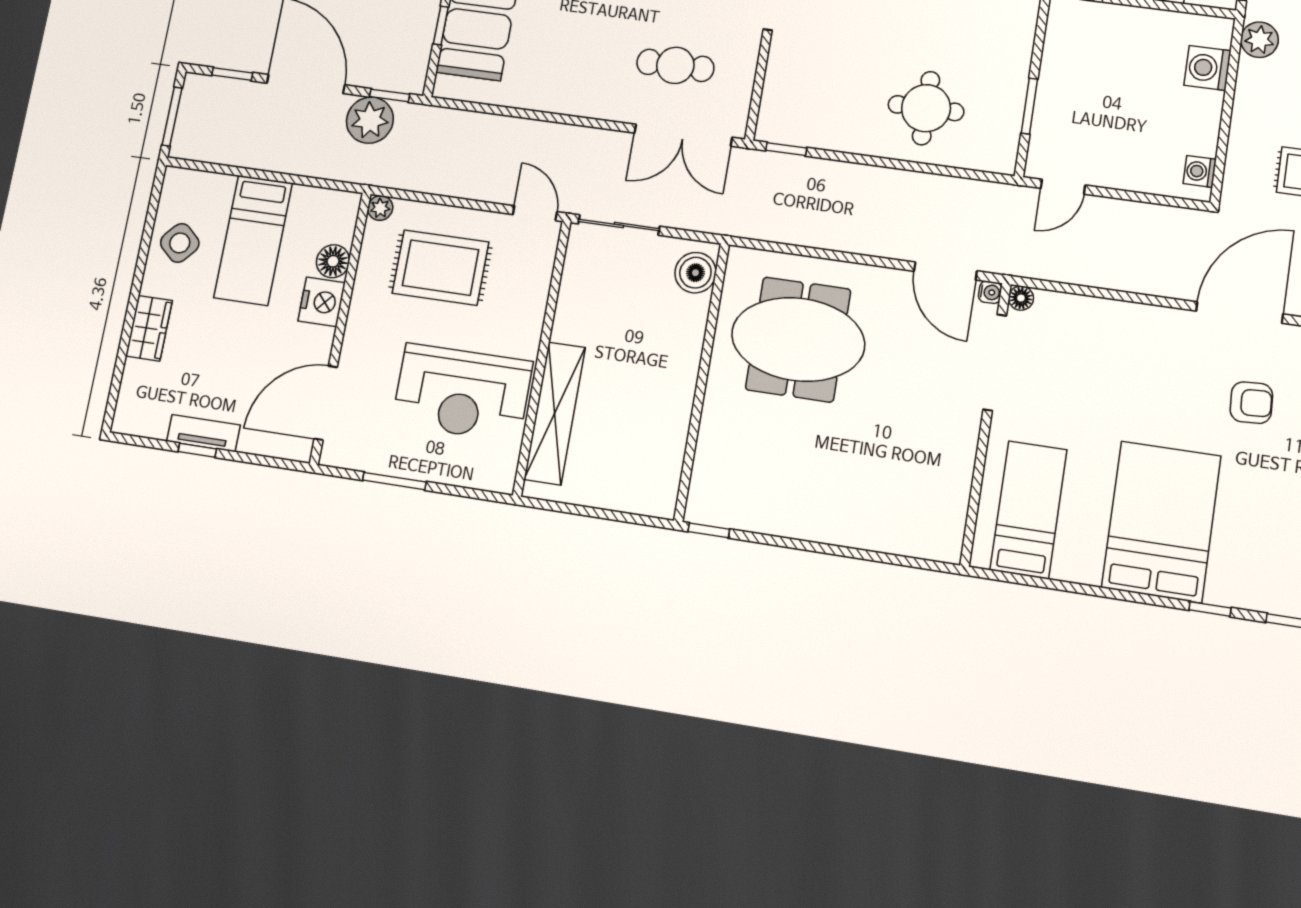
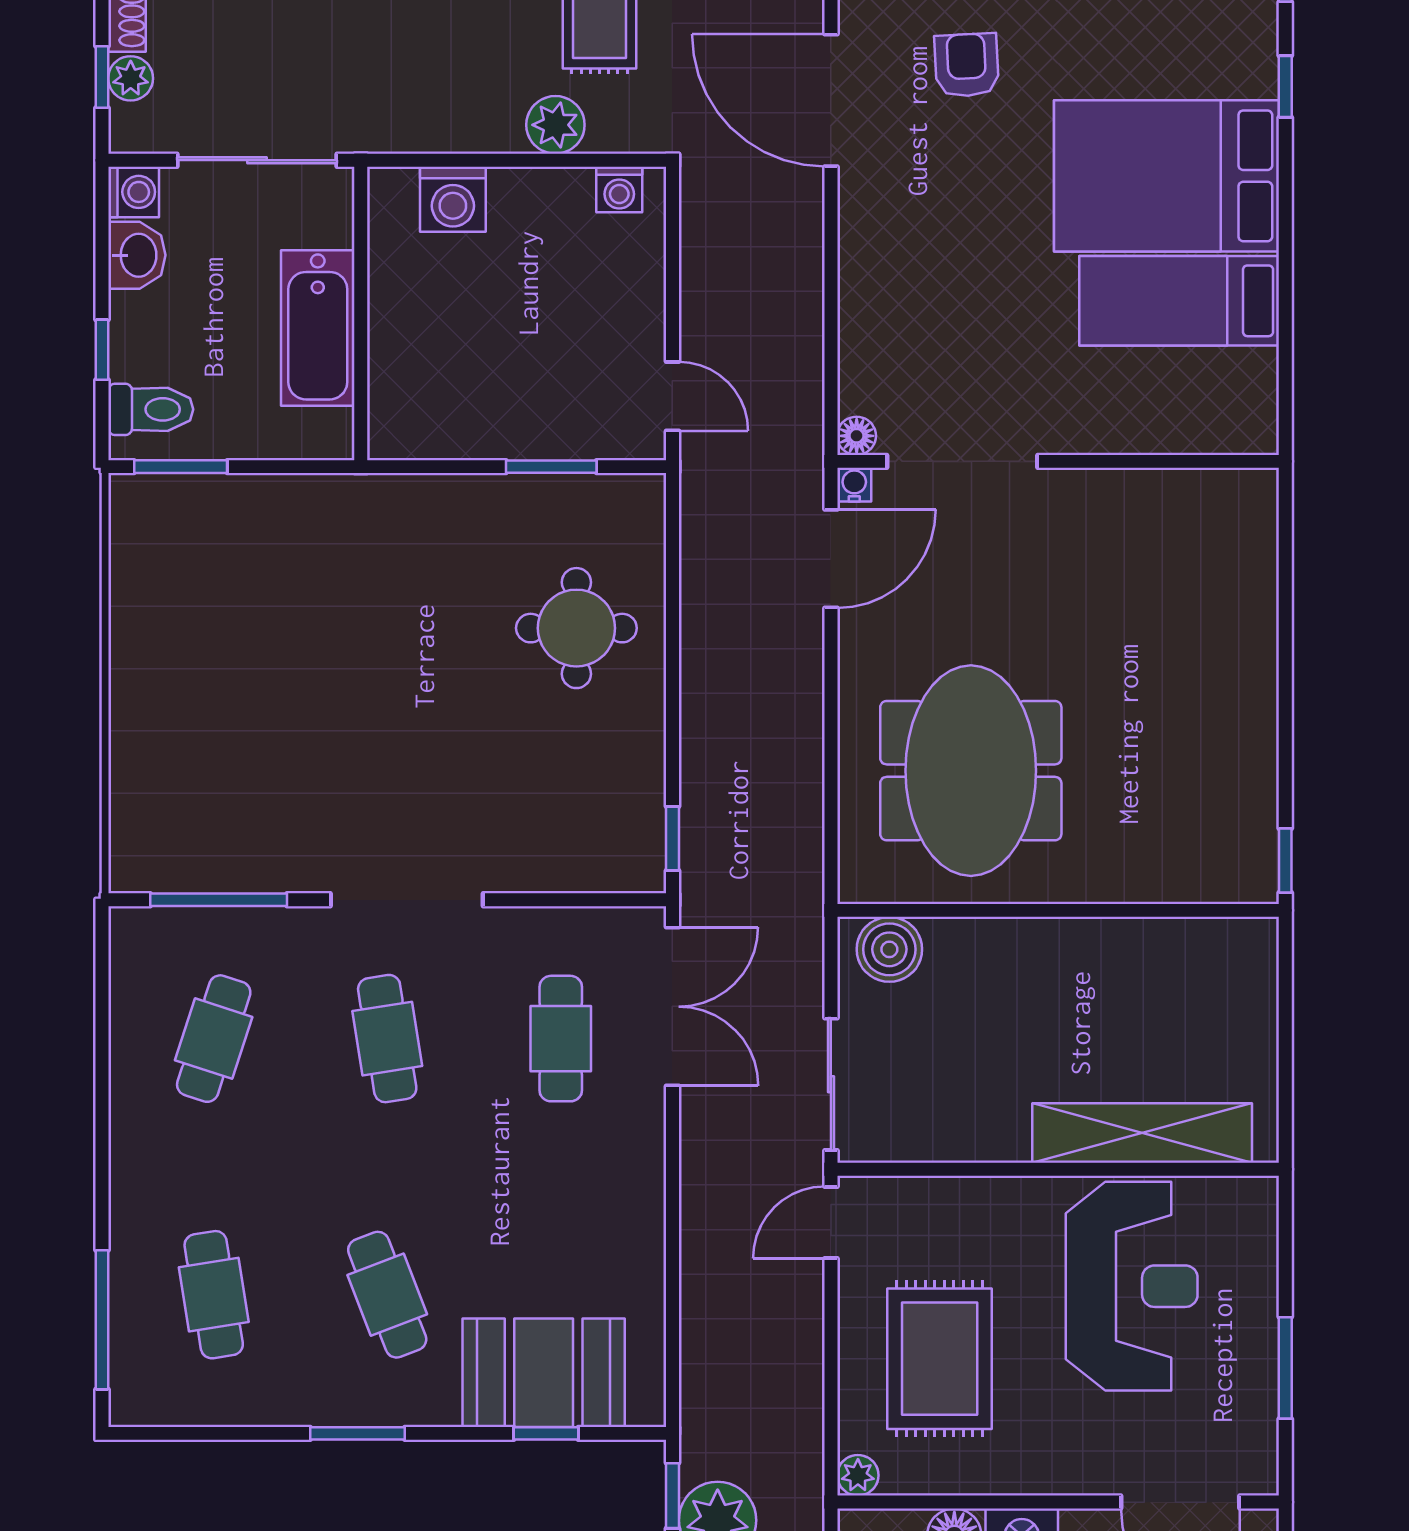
plant: (1259, 40) -> (555, 125), moved
bed: (1029, 510) -> (1179, 301), moved

